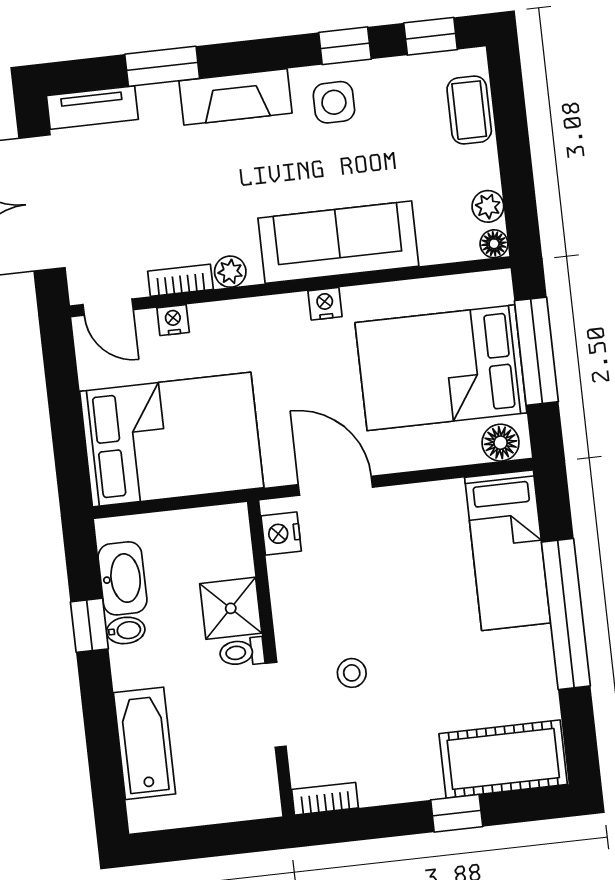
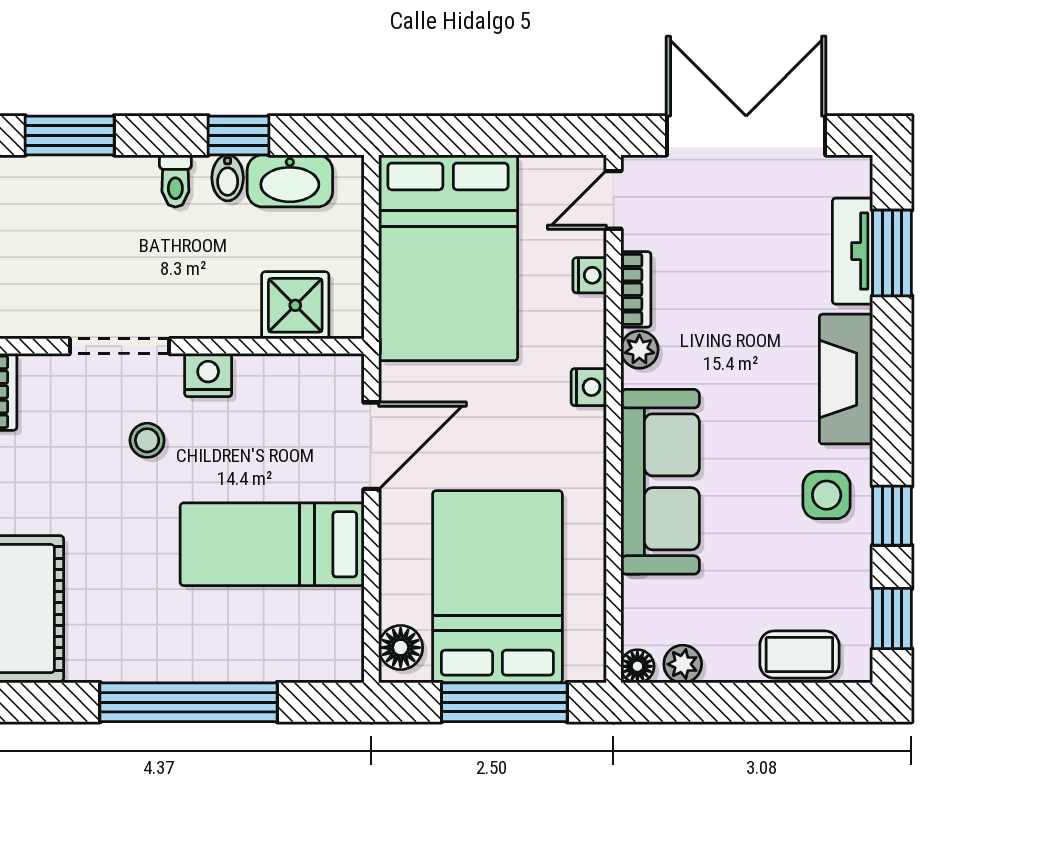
window: (162, 66) -> (892, 253), moved
tv unit: (92, 108) -> (853, 251), moved
nightstand: (325, 304) -> (589, 387), moved
nightstand: (281, 533) -> (208, 375), moved
bed: (508, 550) -> (272, 544), moved
shower: (231, 608) -> (295, 305), moved
toilet: (242, 652) -> (175, 181), moved, turned 180
bathtub: (145, 743) -> (91, 185), removed
window: (105, 766) -> (70, 135), added

